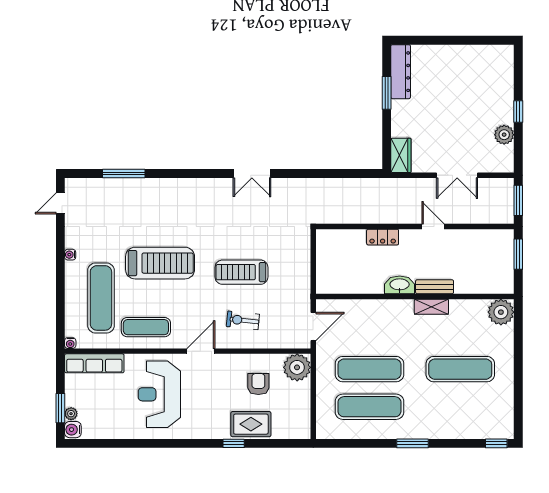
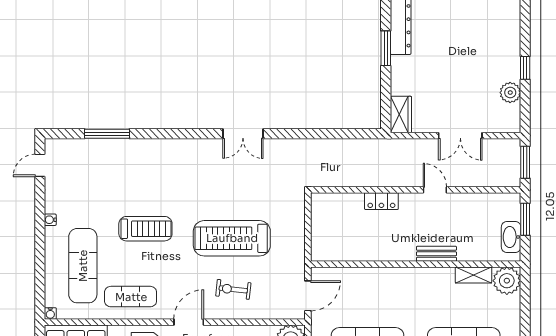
treadmill: (160, 263) -> (145, 229), width x0.73, depth x0.73
treadmill: (241, 272) -> (232, 238), width x1.37, depth x1.38
washbasin: (400, 285) -> (511, 237), moved, turned -90
shelving: (431, 307) -> (473, 275), moved

